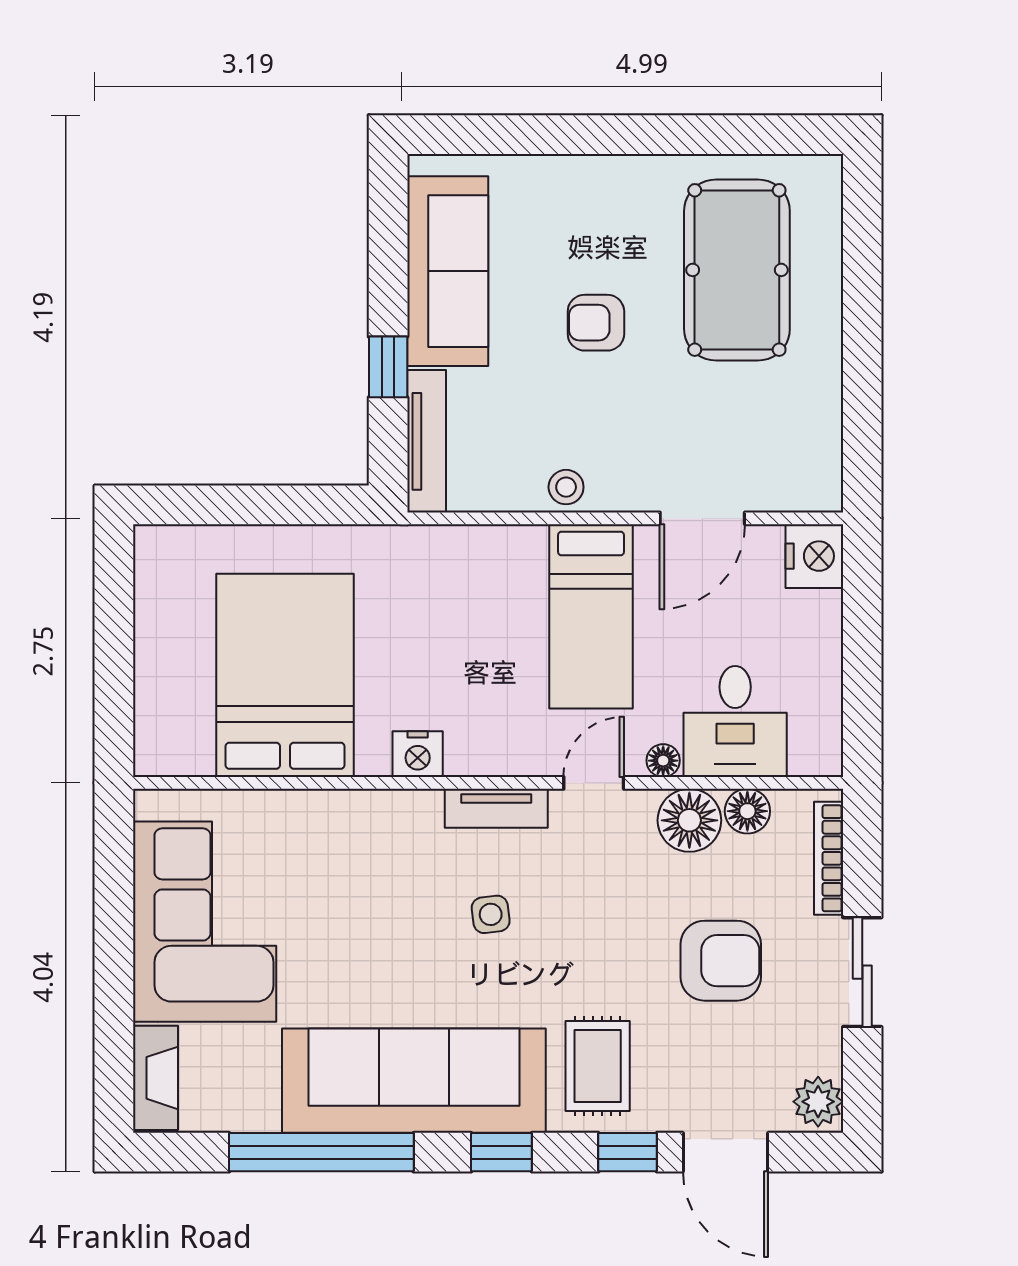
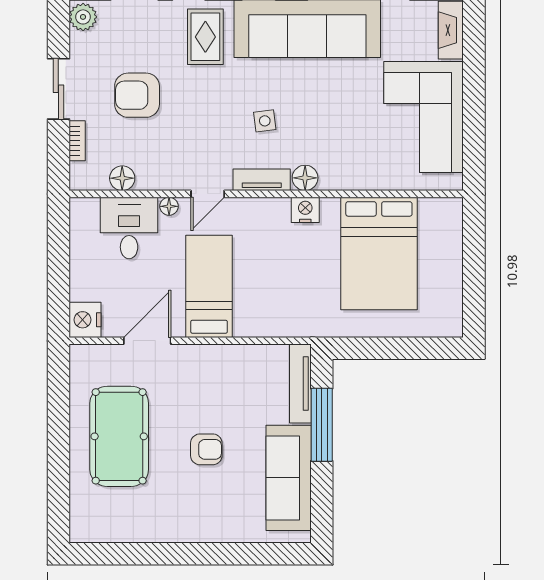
pool table: (737, 270) -> (119, 436), moved
window: (388, 367) -> (322, 425), width x2.17
stool: (566, 487) -> (223, 358), removed
floor lamp: (689, 820) -> (305, 178), moved, width x0.73, depth x0.73
bookcase: (829, 858) -> (77, 141), width x0.64

